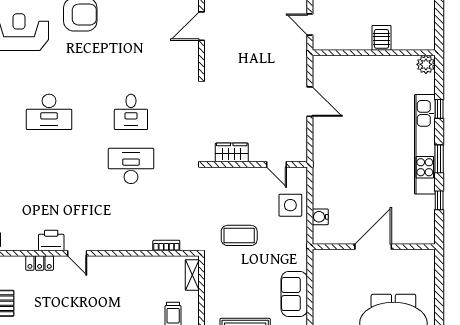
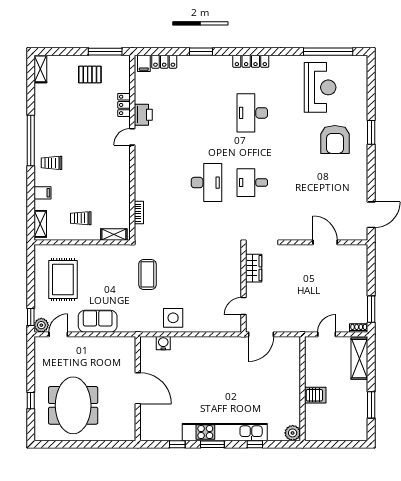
wardrobe: (232, 152) -> (254, 268), moved
wall: (256, 164) -> (243, 288), moved
door: (276, 164) -> (243, 306), moved

